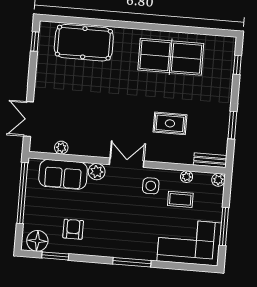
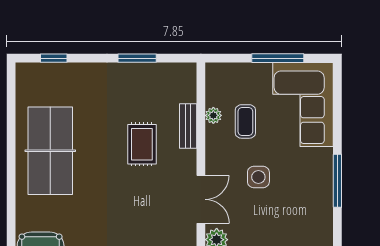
bench: (210, 160) -> (188, 126), moved
double door: (127, 163) -> (201, 199), swing flipped
plant: (218, 180) -> (214, 71), removed
side table: (151, 186) -> (258, 177), moved

